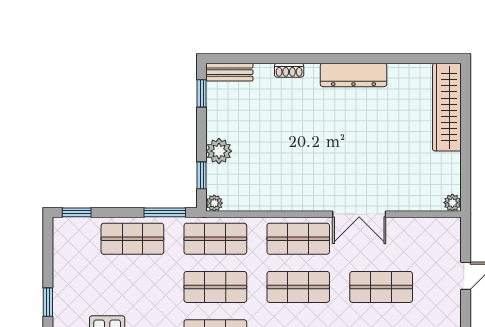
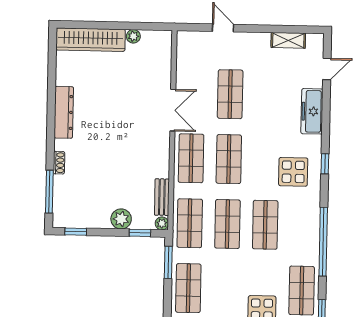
window: (252, 59) -> (49, 192), added
bench: (229, 72) -> (162, 197), moved
plant: (452, 203) -> (133, 36), moved

